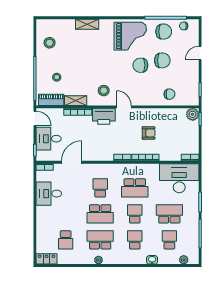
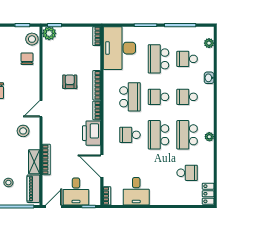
stool: (187, 99) -> (32, 39), added
printer: (104, 116) -> (92, 133), moved, turned 180
school desk: (100, 214) -> (159, 135), turned 180

